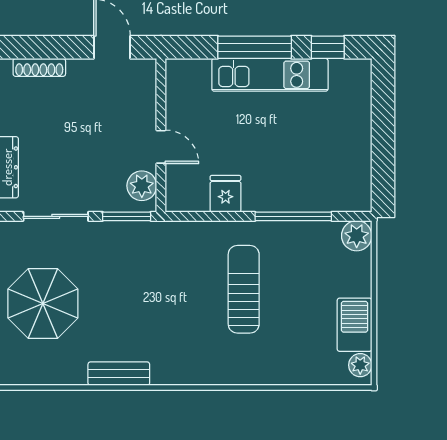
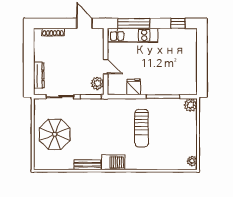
window: (255, 47) -> (134, 23), moved
kitchen unit: (270, 75) -> (133, 35), moved
sun lounger: (244, 289) -> (142, 128), turned 180
barbecue: (354, 325) -> (113, 162), moved, turned 90

